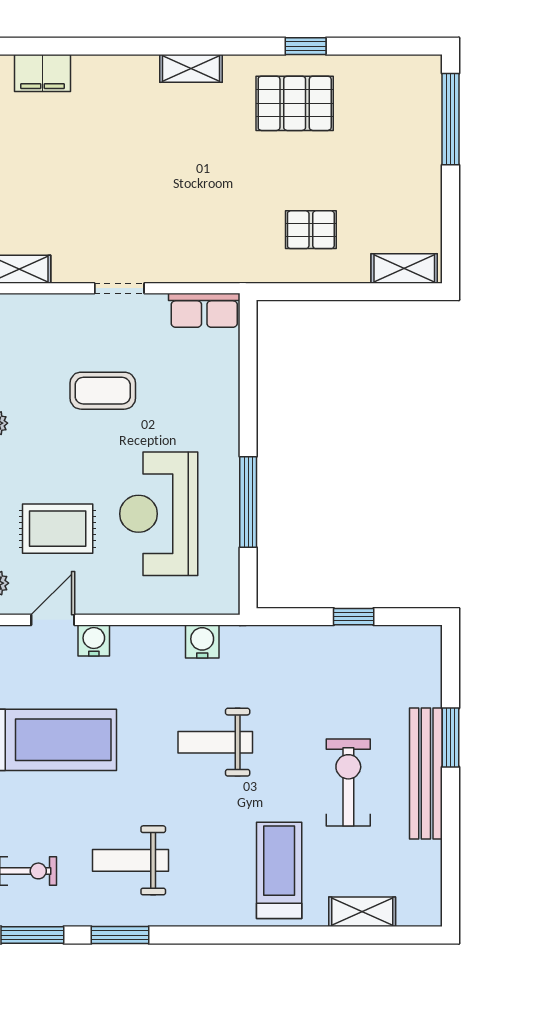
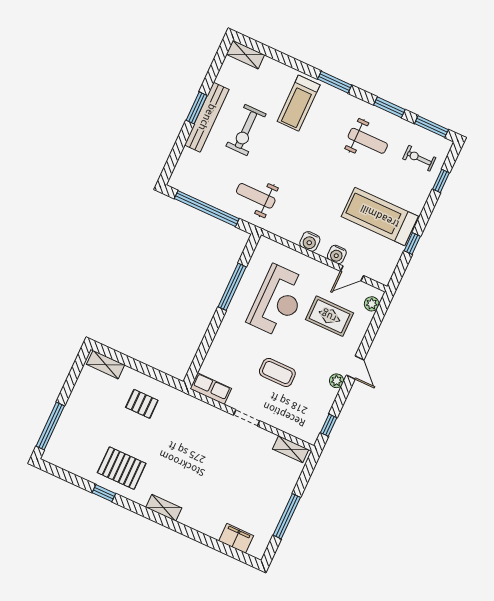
window: (354, 617) -> (207, 209), width x3.17
water cooler: (202, 642) -> (310, 241), moved
window: (451, 738) -> (197, 108), moved
weight bench: (215, 742) -> (256, 196), moved, turned 180
shelving: (362, 912) -> (245, 55), moved
window: (234, 935) -> (335, 82), added

